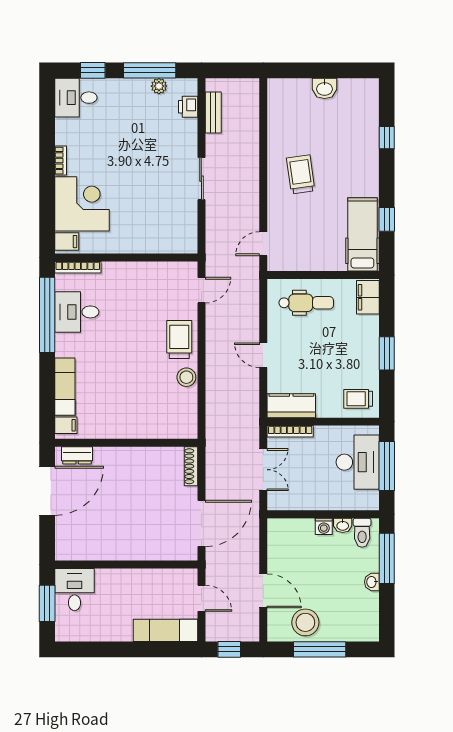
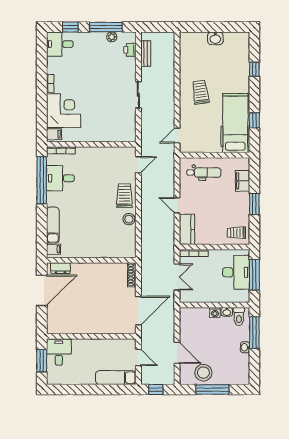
hospital bed: (362, 234) -> (235, 123), width x1.37, depth x1.29
filing cabinet: (368, 297) -> (242, 181), moved
kitchen counter: (291, 406) -> (187, 229), moved, turned 90

